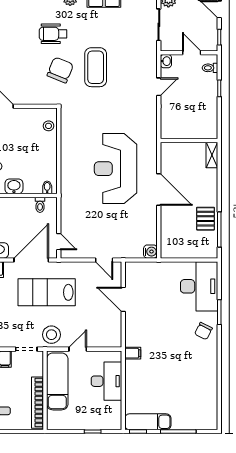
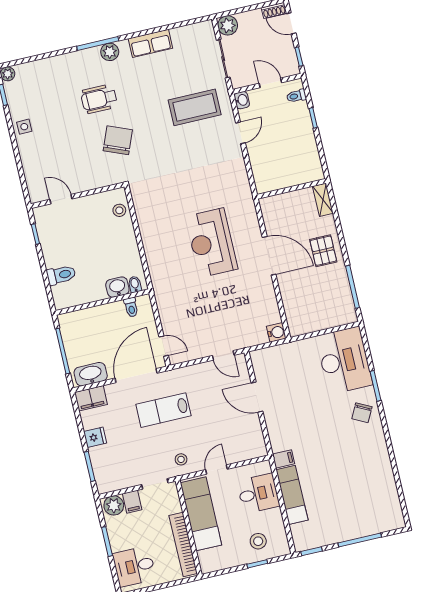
coffee table: (96, 67) -> (195, 107), moved, turned 90
reception desk: (116, 169) -> (211, 243), width x0.74, depth x0.77
washbasin: (14, 186) -> (117, 287), moved
pallet: (206, 219) -> (323, 251), moved
lab bench: (47, 292) -> (163, 410), width x0.73, depth x0.72
stool: (51, 335) -> (181, 459), width x0.53, depth x0.53
desk: (106, 381) -> (258, 493), width x0.73
stool: (98, 414) -> (258, 541), added
exam couch: (148, 422) -> (292, 495), moved, turned 90

